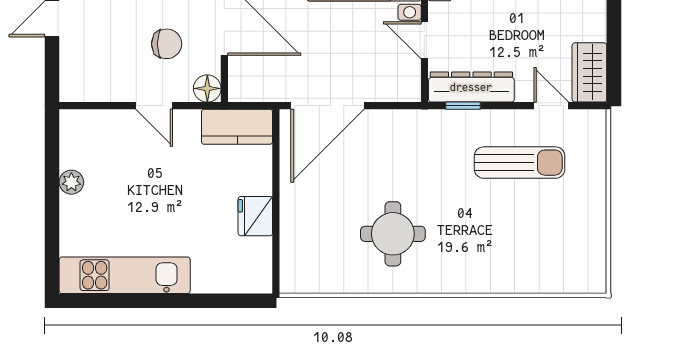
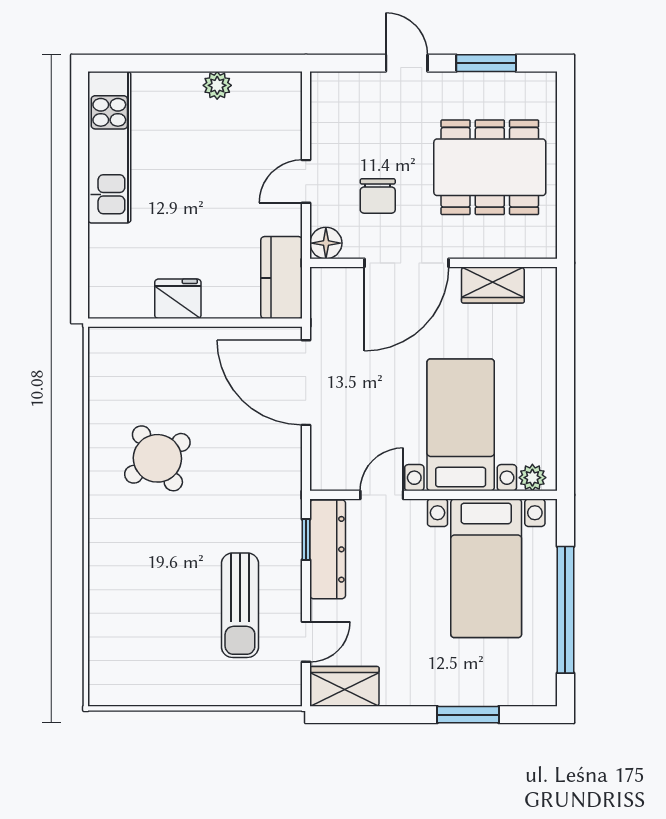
round table: (393, 234) -> (157, 458), turned -34

